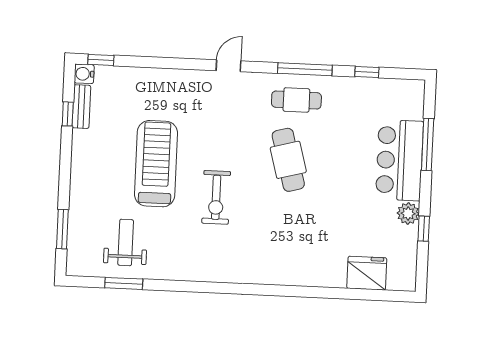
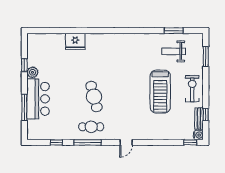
exercise bike: (216, 197) -> (192, 89), moved
weight bench: (126, 242) -> (174, 51), turned 90
fridge: (367, 273) -> (75, 41), moved

